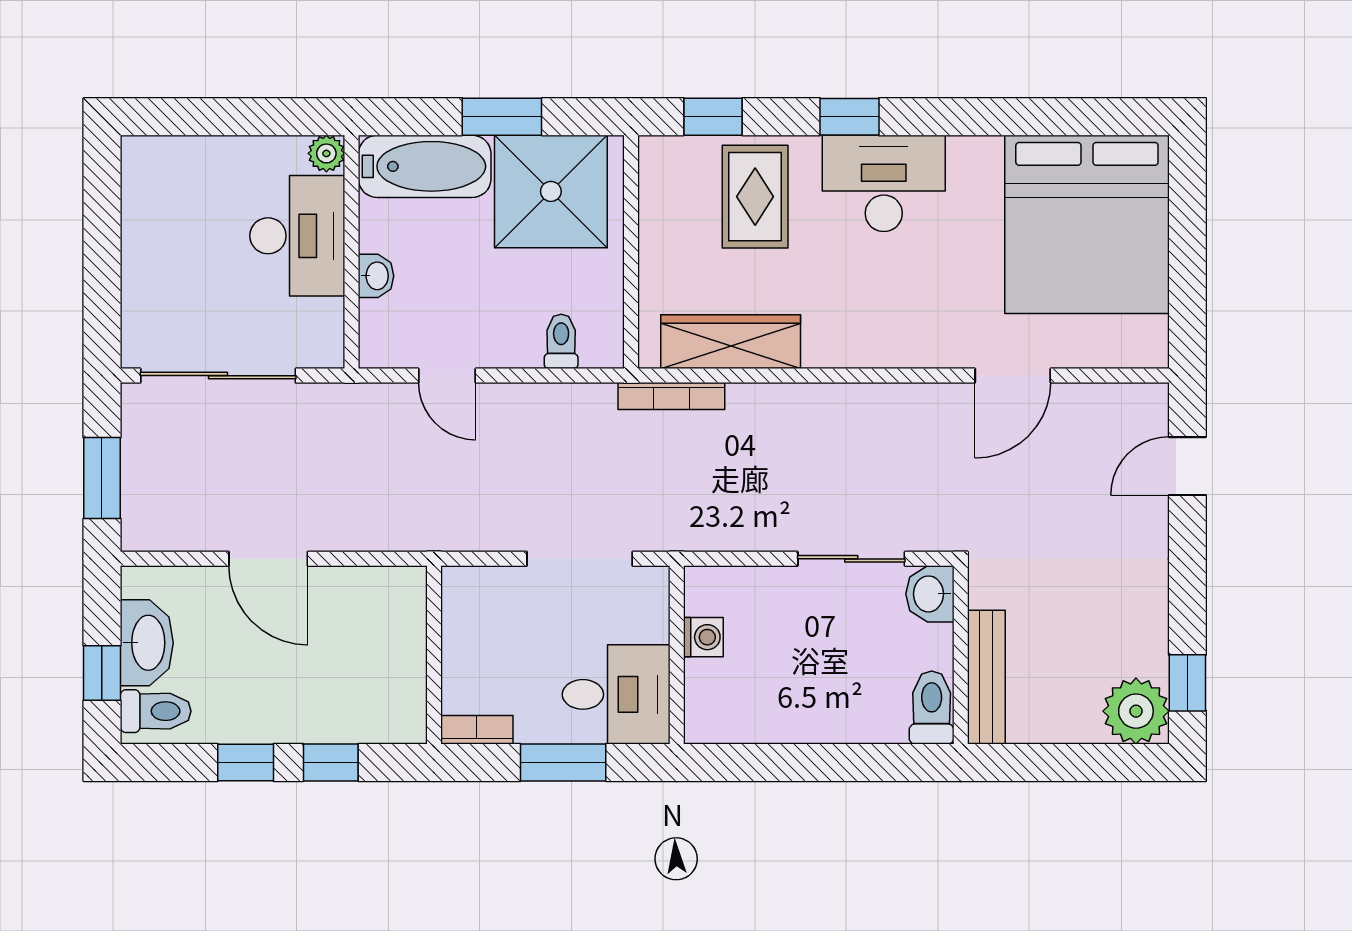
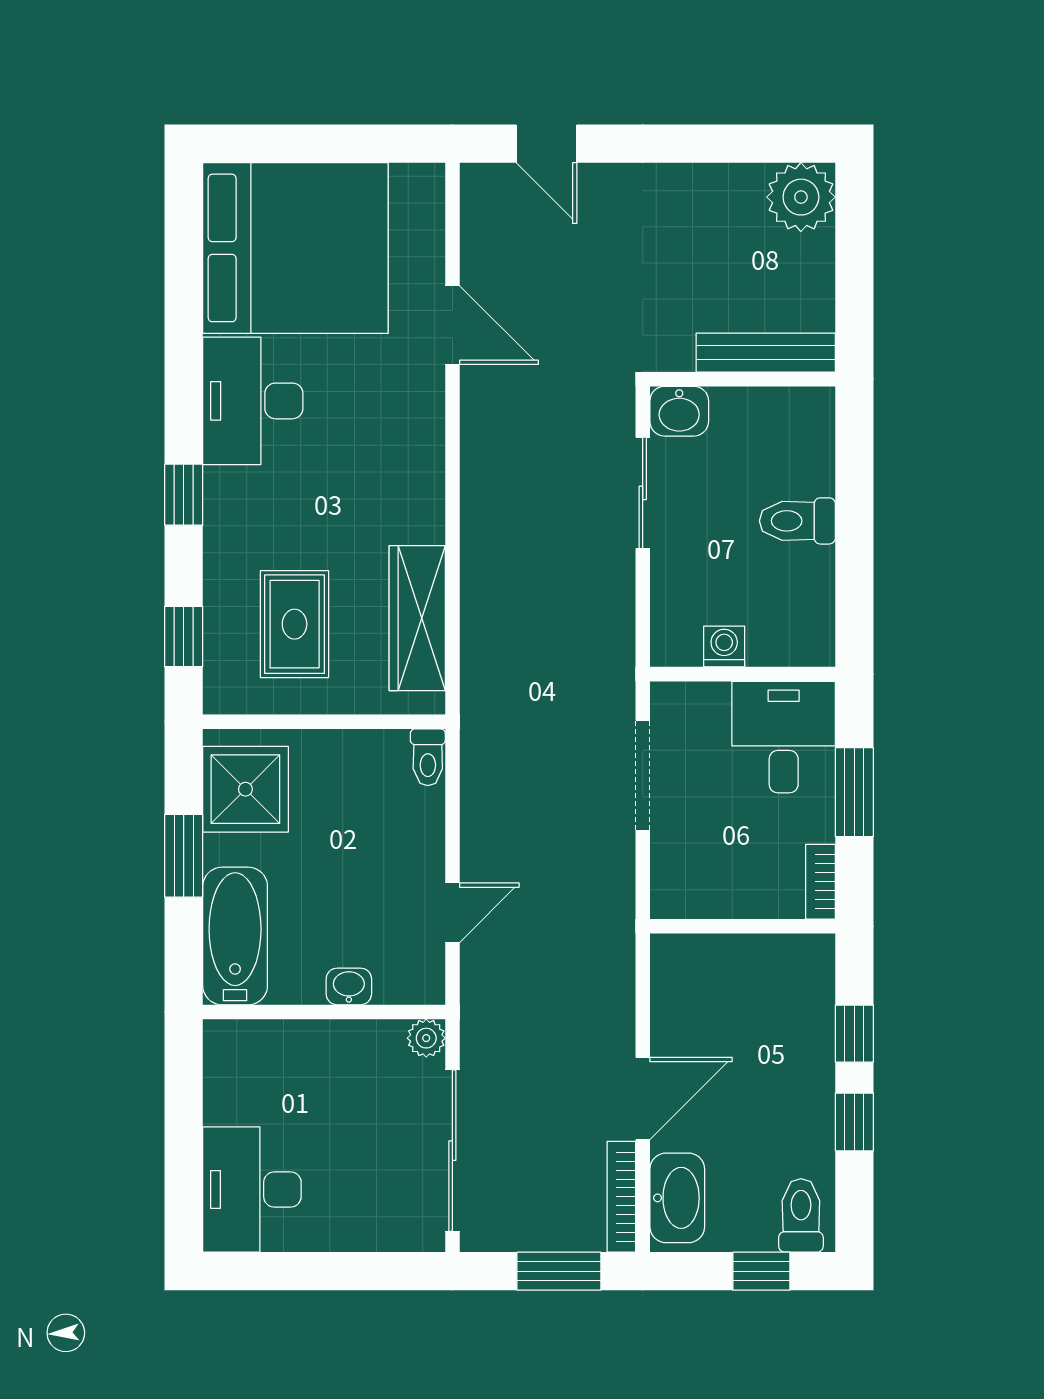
plant: (326, 153) -> (426, 1038), moved
desk: (884, 183) -> (253, 401), moved
shower: (551, 191) -> (245, 789), width x0.73, depth x0.73
rug: (755, 197) -> (295, 624), moved, turned 90
desk: (297, 236) -> (252, 1189), moved, turned -90
toilet: (561, 341) -> (428, 757), moved, turned -90
bookcase: (671, 396) -> (621, 1197), moved, turned 180
washbasin: (147, 643) -> (677, 1198), moved, turned 90
window: (1187, 683) -> (772, 144), removed
toilet: (932, 708) -> (797, 521), moved

